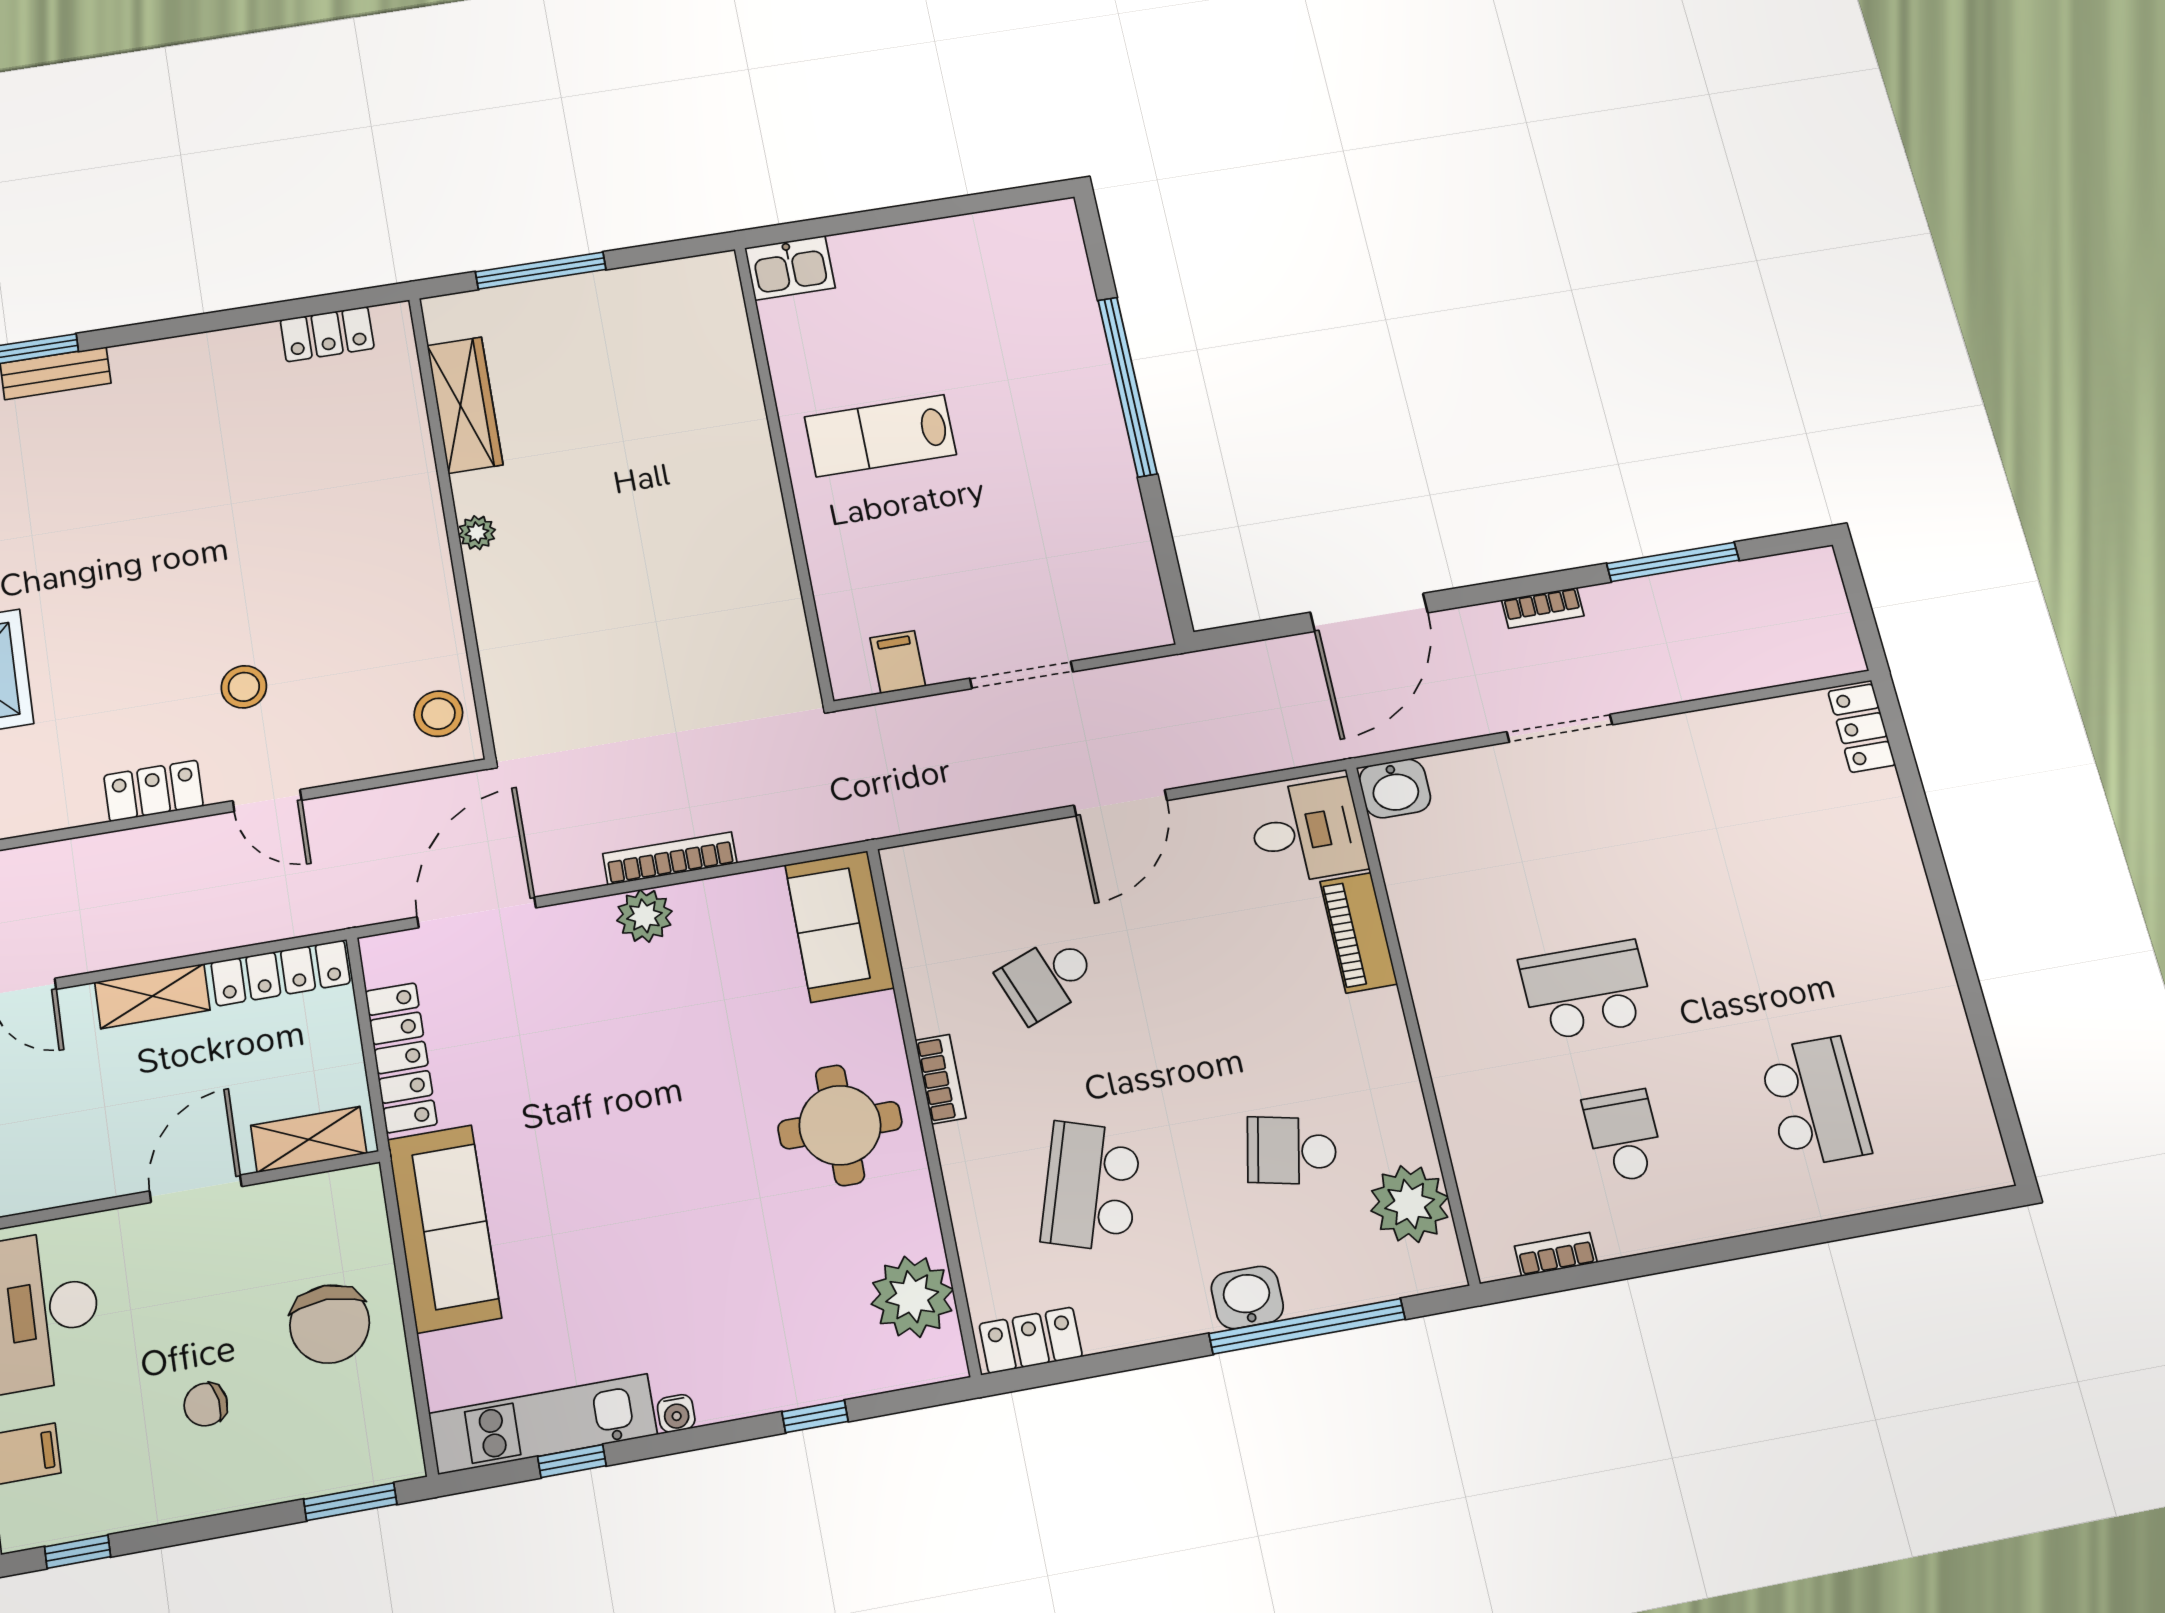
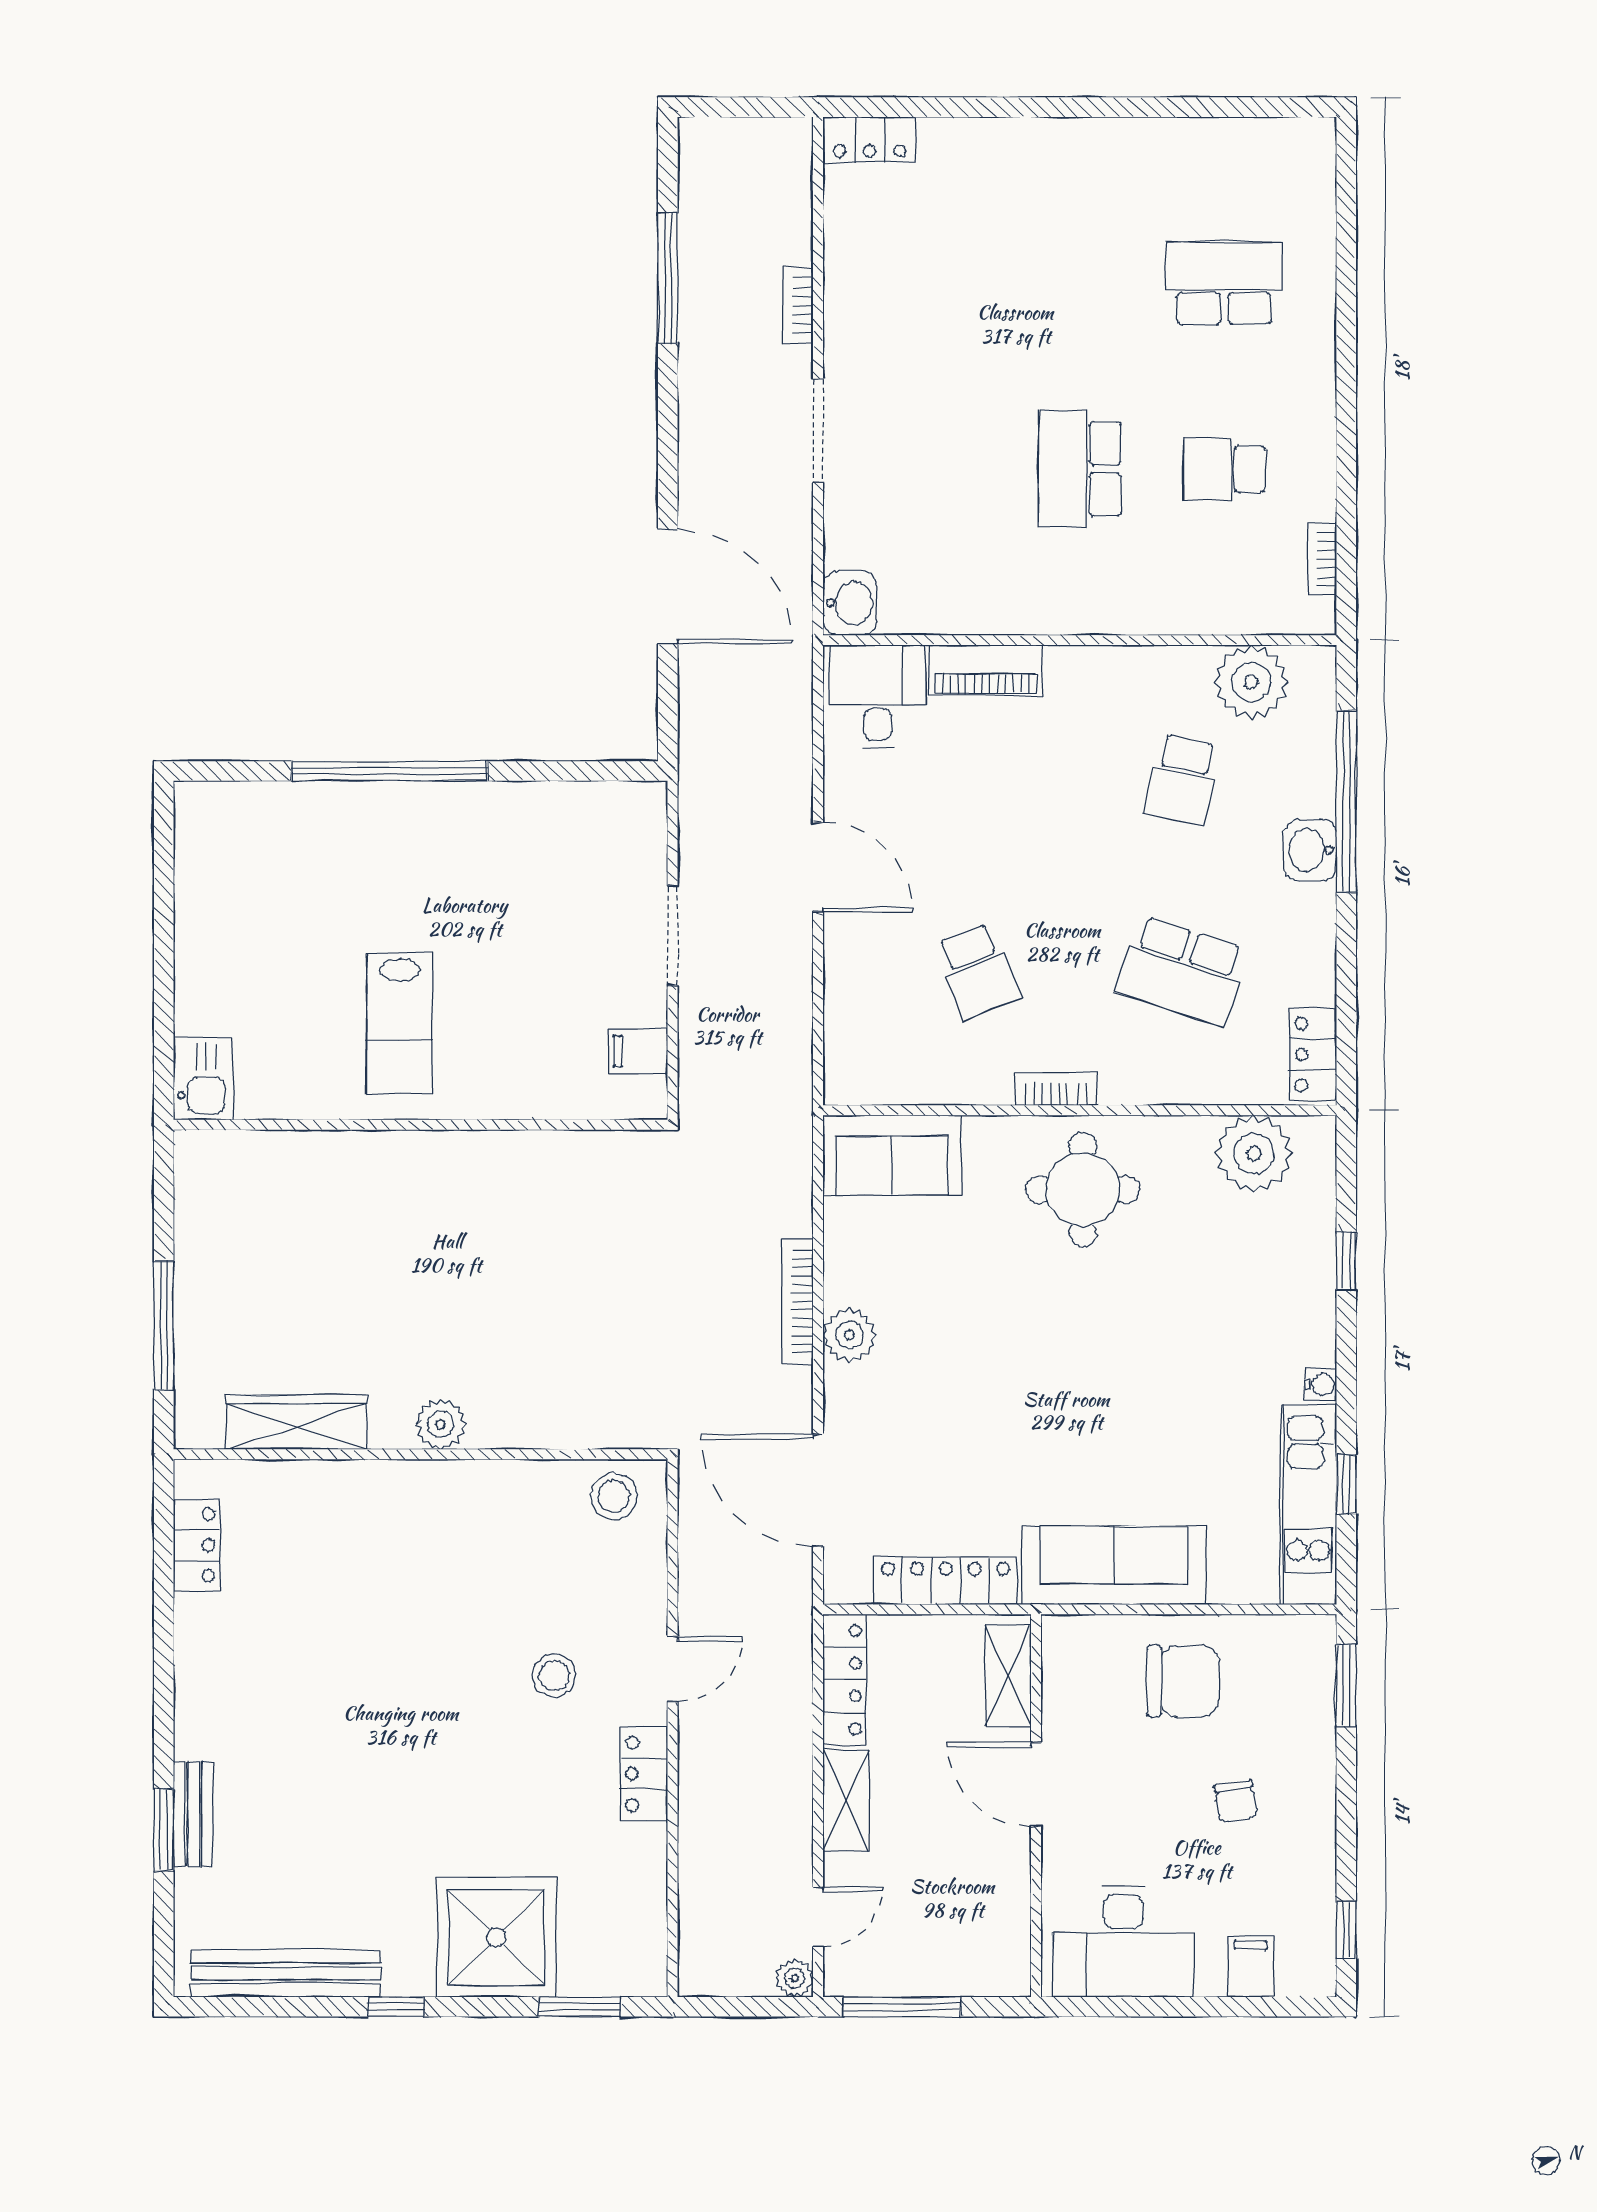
plant: (477, 533) -> (441, 1424), width x1.38, depth x1.38
bookcase: (1543, 608) -> (798, 306), moved, turned 180

